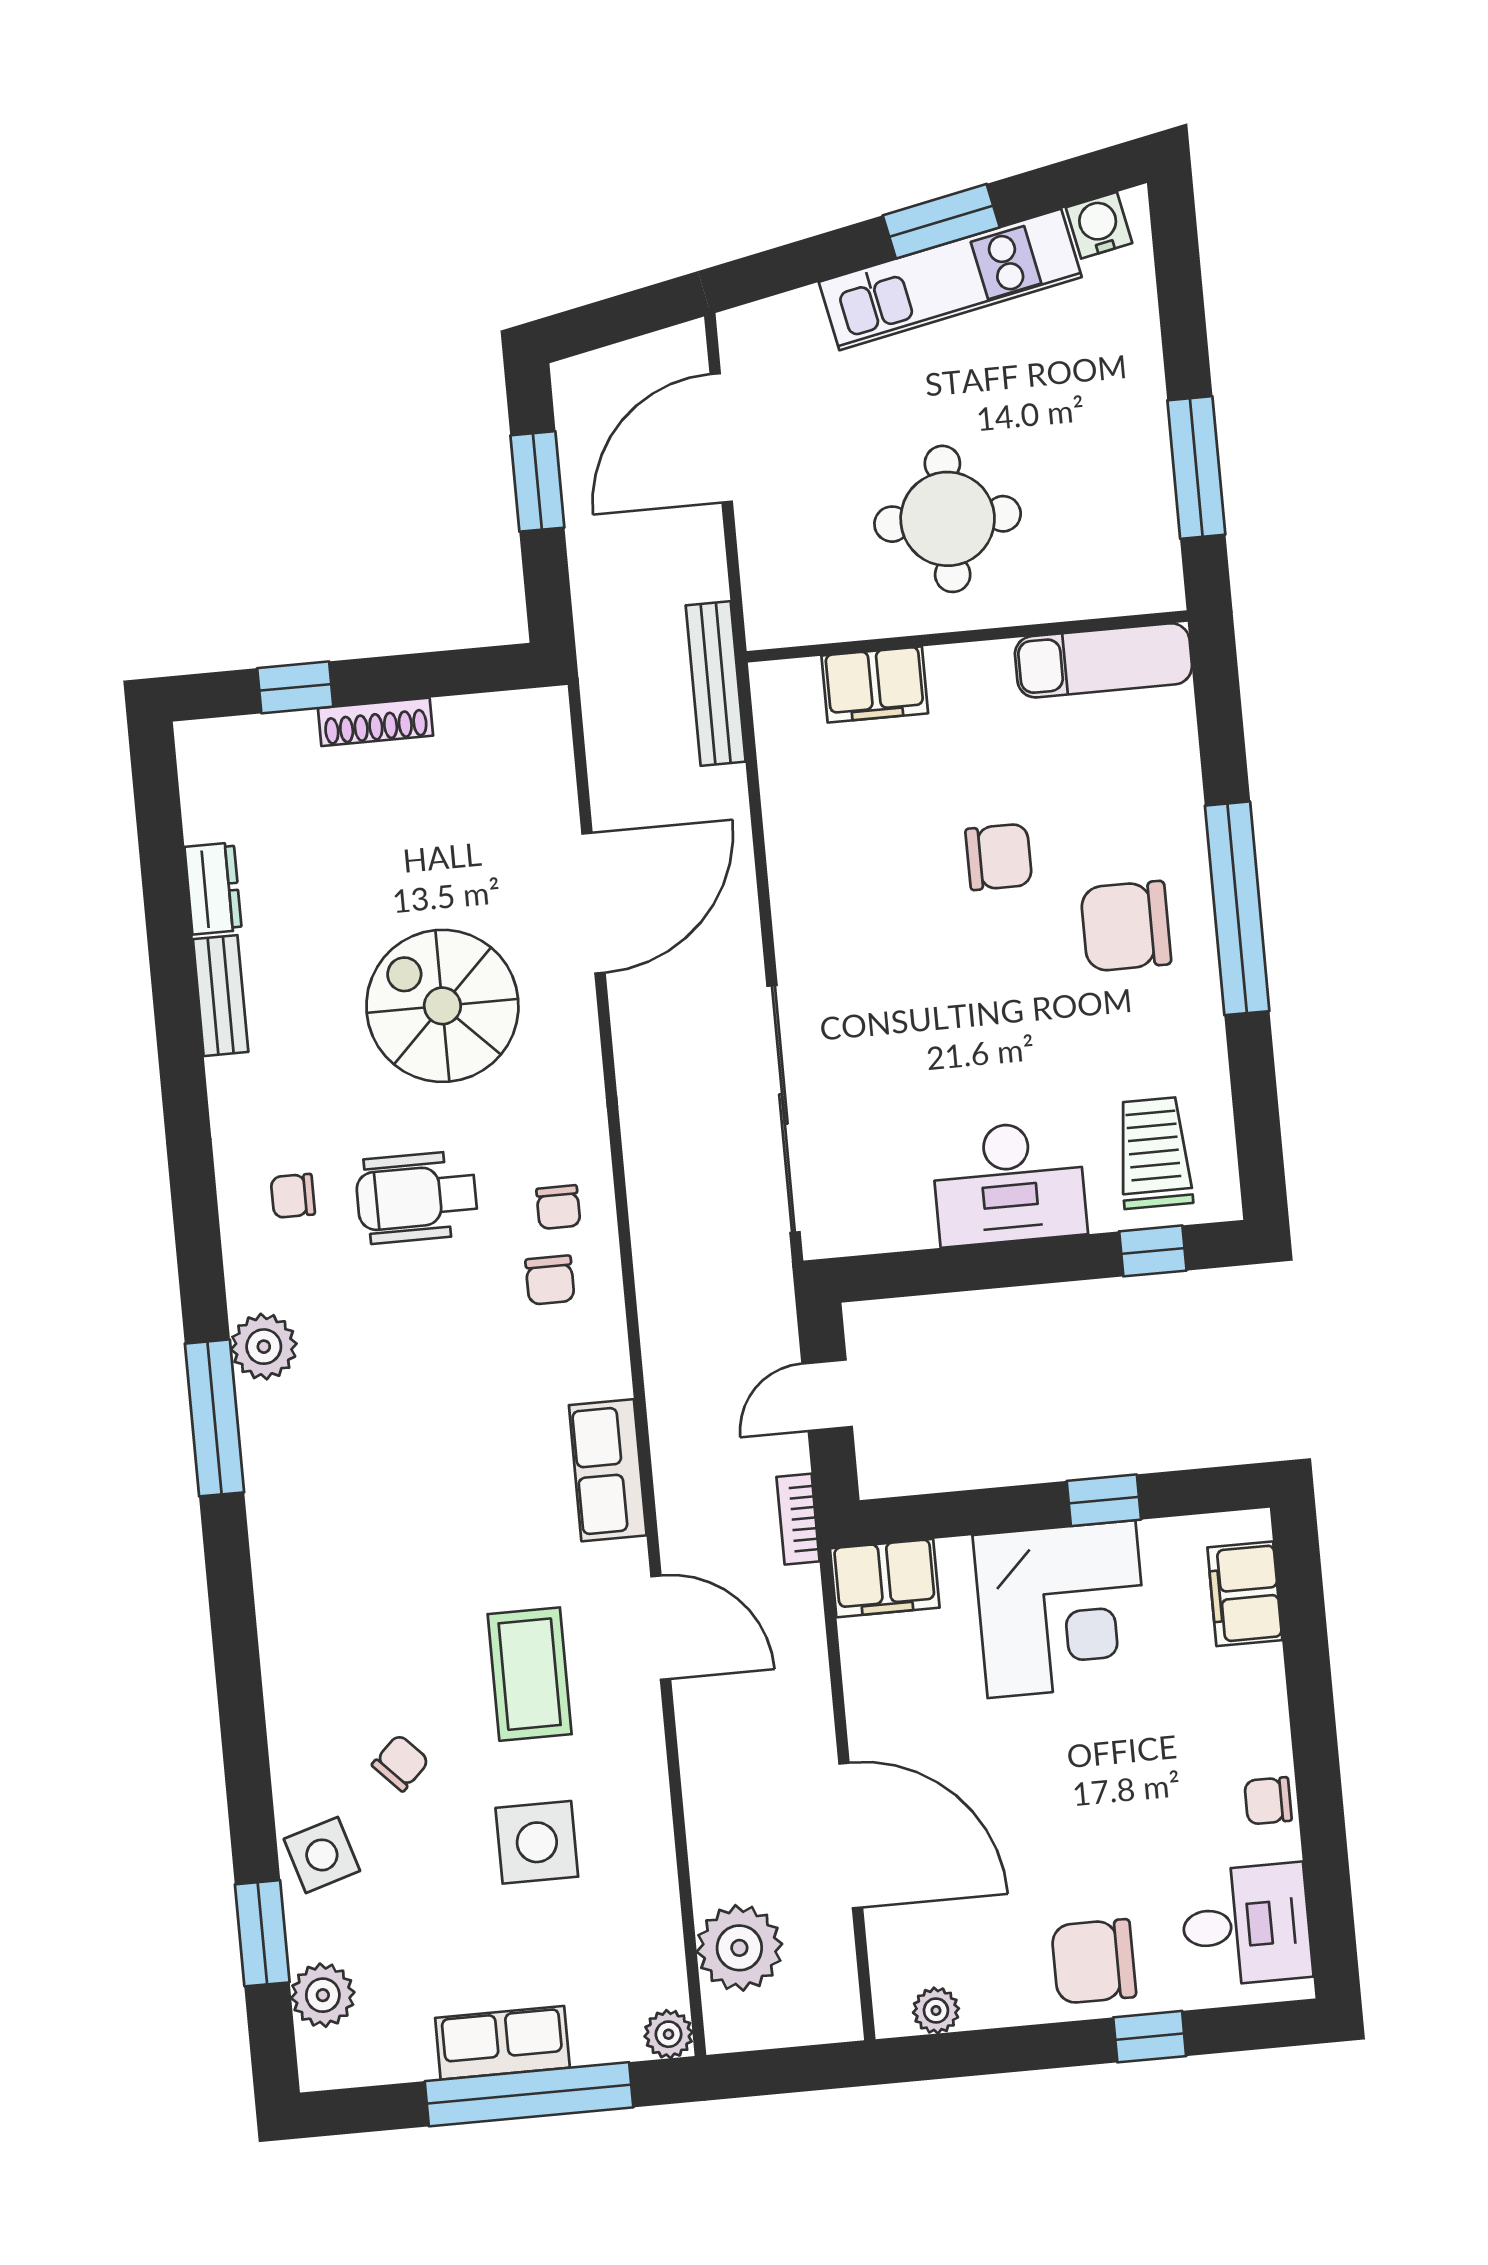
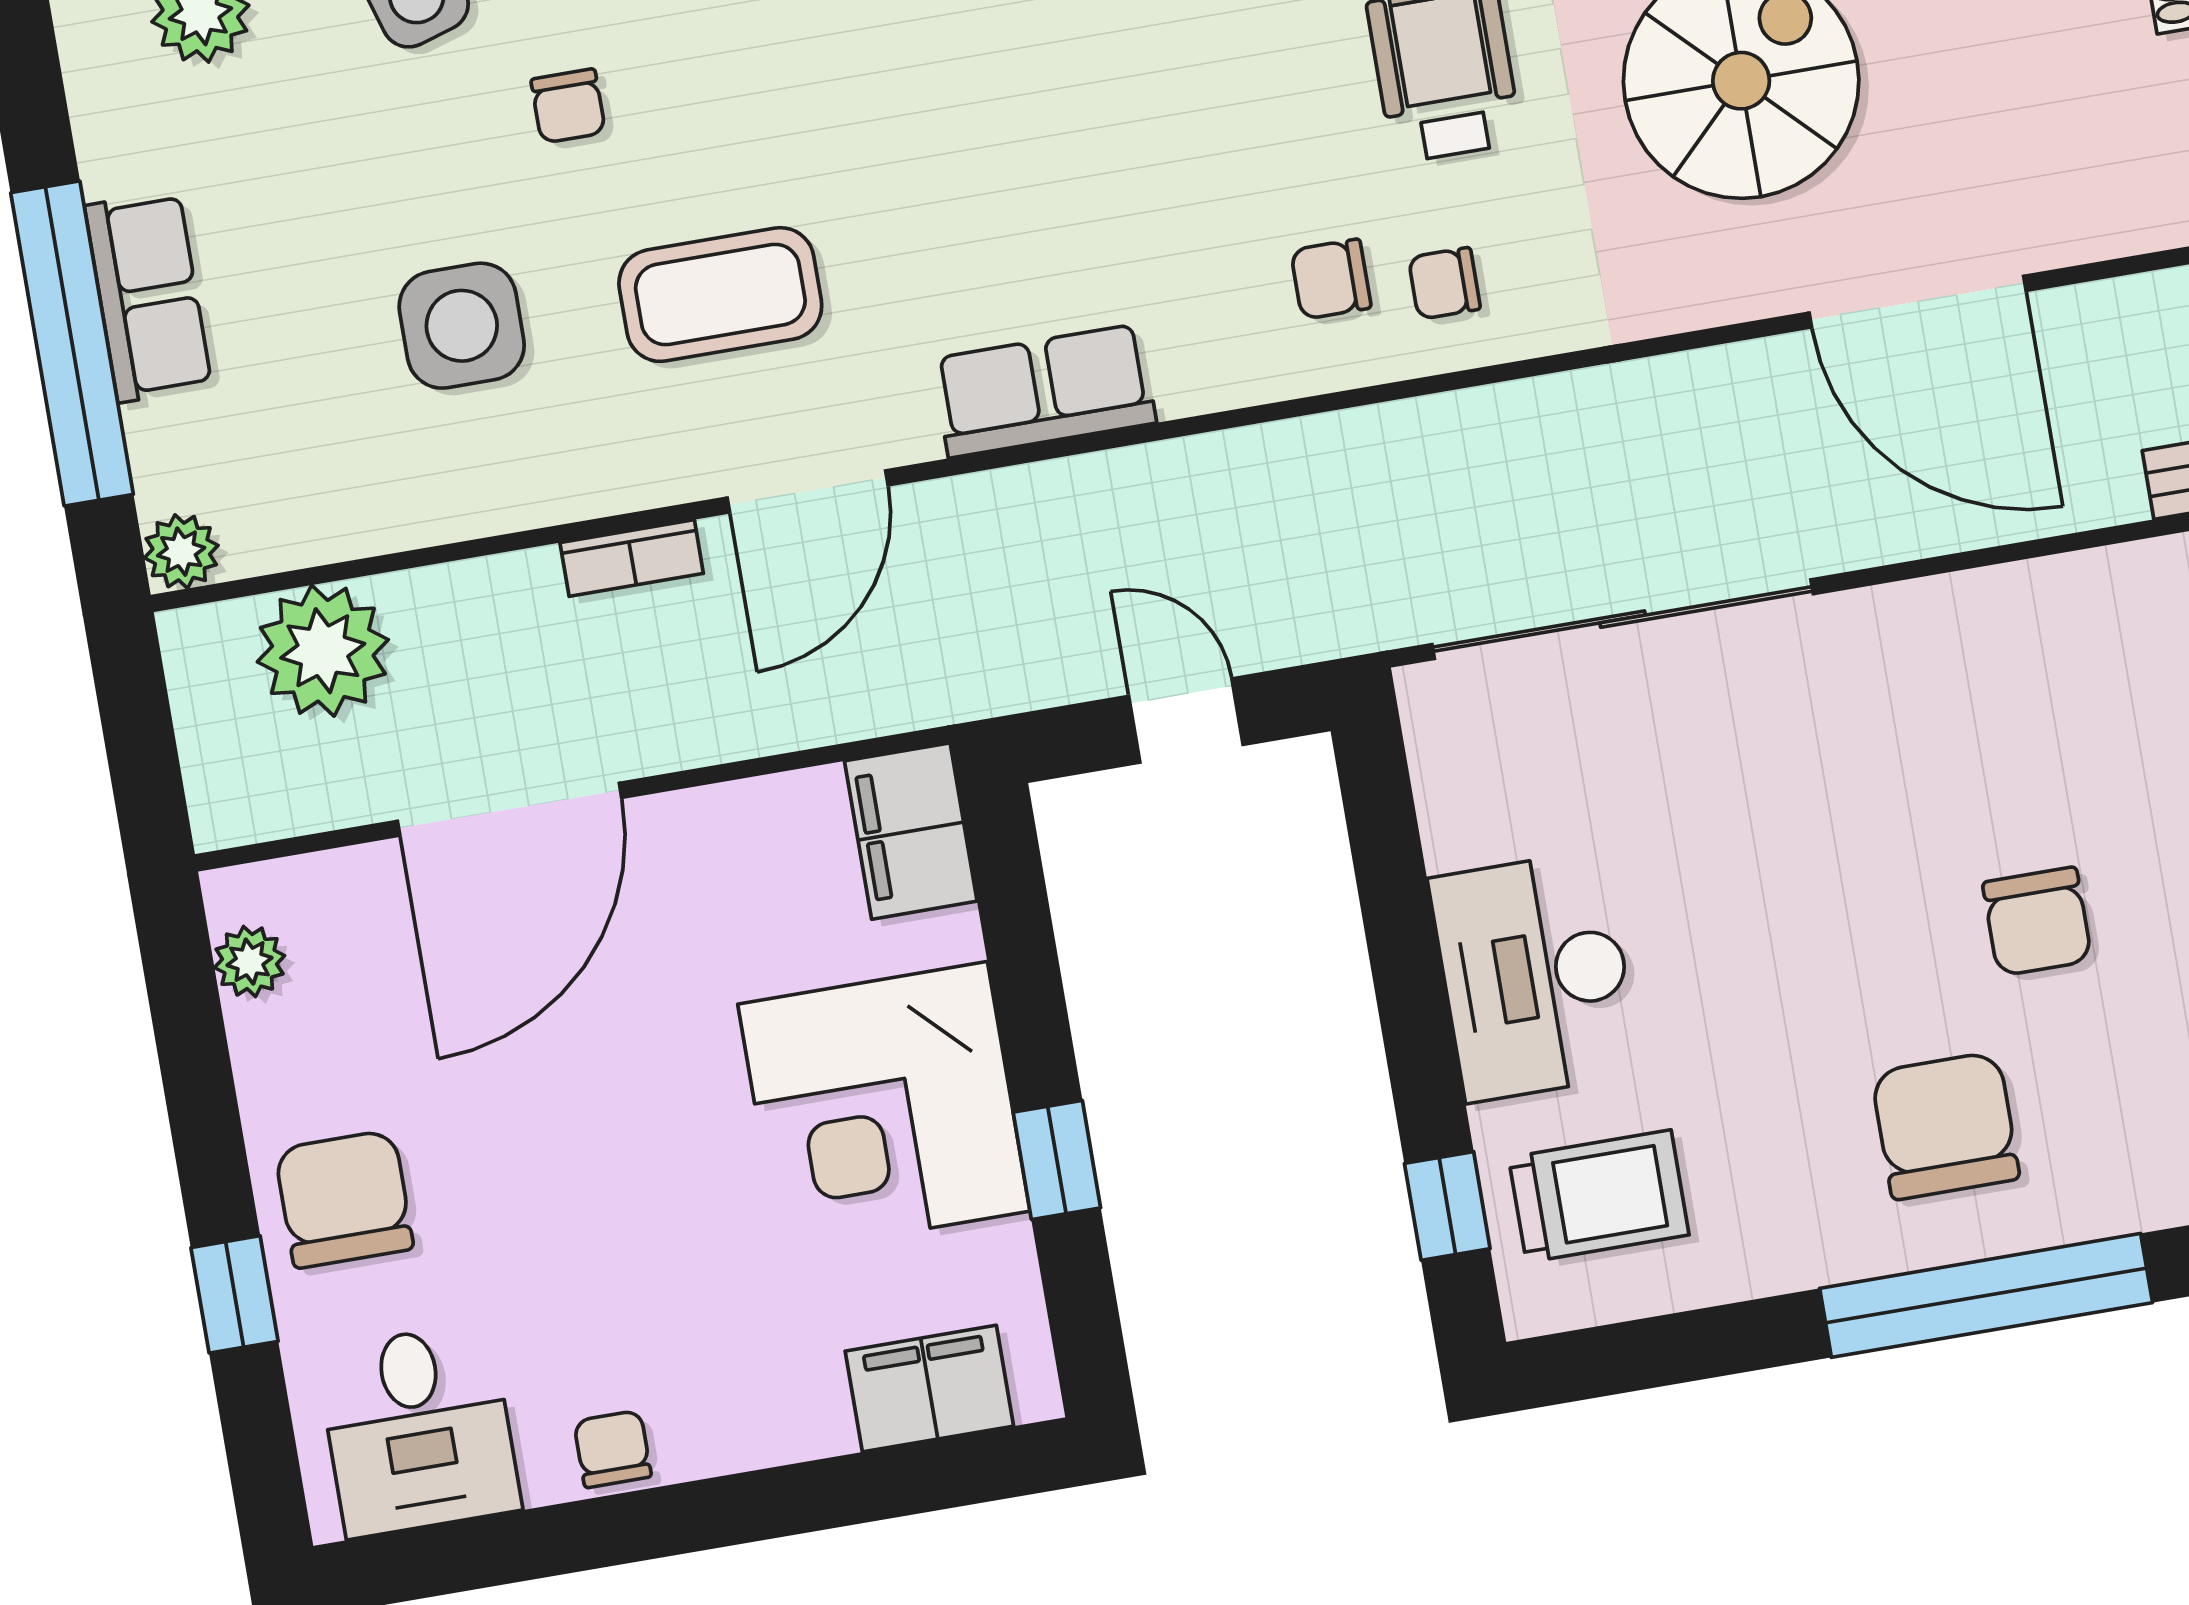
bookcase: (798, 1519) -> (632, 558), moved, turned 180
chair: (401, 1763) -> (568, 106), turned 44

